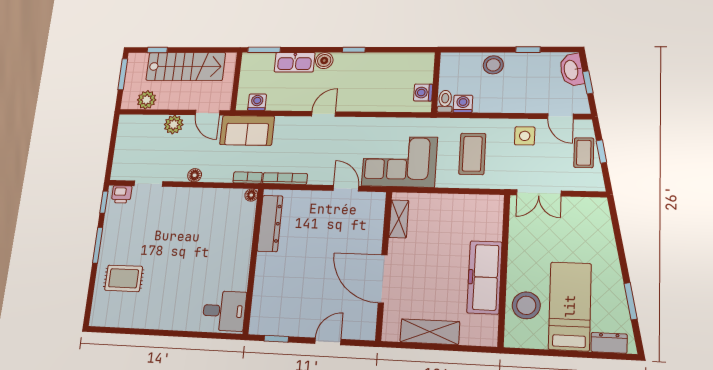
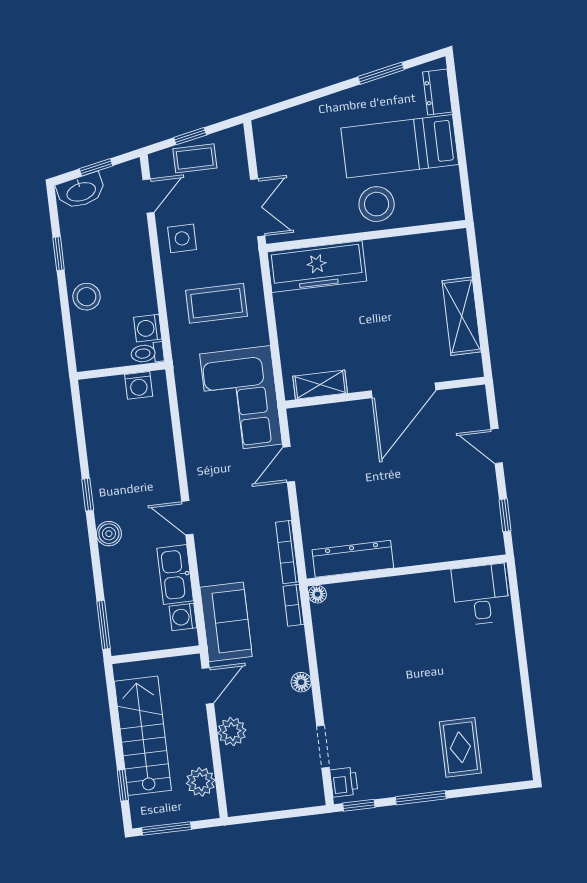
kitchen sink: (295, 62) -> (175, 575), moved, turned 180
freezer: (484, 277) -> (317, 267), moved
stool: (526, 305) -> (377, 204), moved

